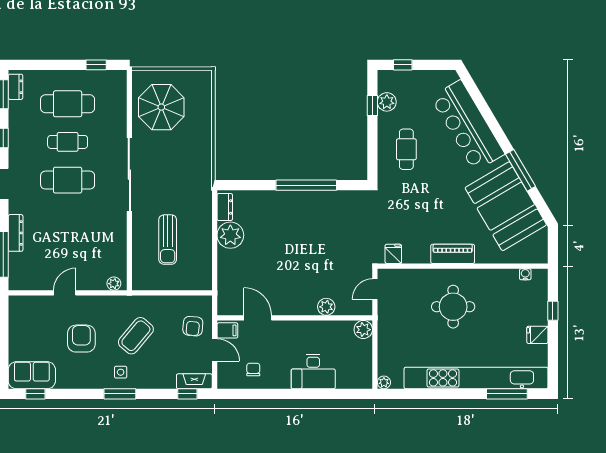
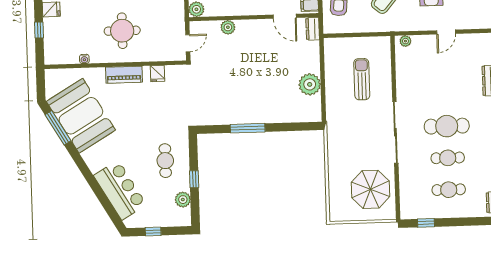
window: (403, 65) -> (153, 231), moved
cafe table: (68, 104) -> (449, 190), width x0.73, depth x0.74
window: (372, 105) -> (194, 179), moved
bar counter: (468, 126) -> (120, 190), width x0.73
window: (521, 170) -> (58, 128), moved
window: (306, 185) -> (248, 128), width x0.68
dresser: (225, 207) -> (313, 29), moved
fridge: (393, 254) -> (157, 74), moved
water cooler: (525, 274) -> (84, 59), moved

